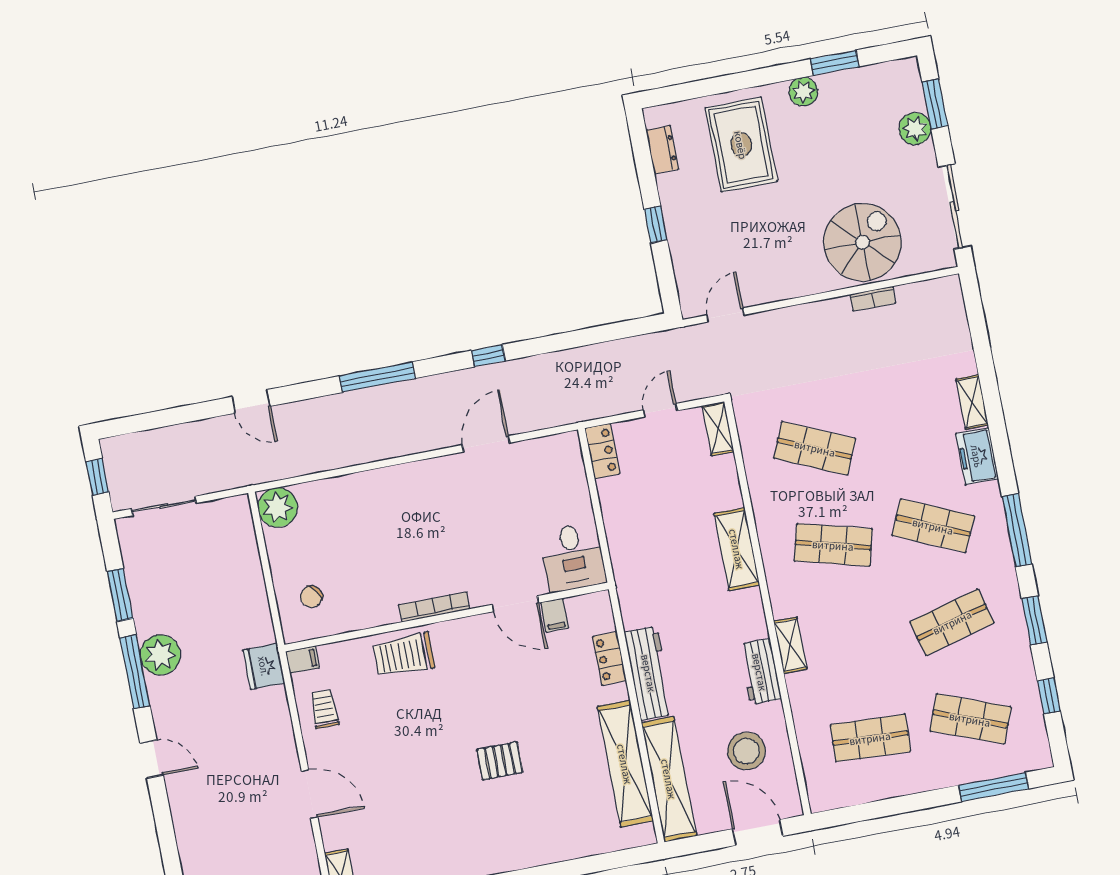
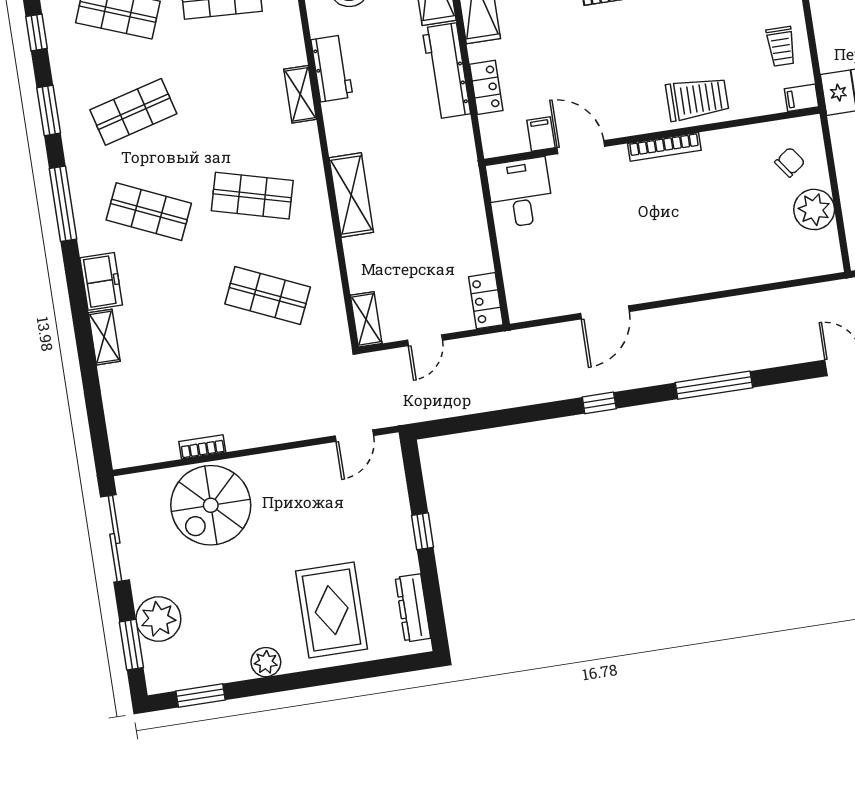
window: (835, 63) -> (201, 696), moved
plant: (915, 129) -> (158, 619), width x1.36, depth x1.36
dresser: (662, 150) -> (413, 608), width x1.44
plant: (278, 507) -> (814, 209), moved

